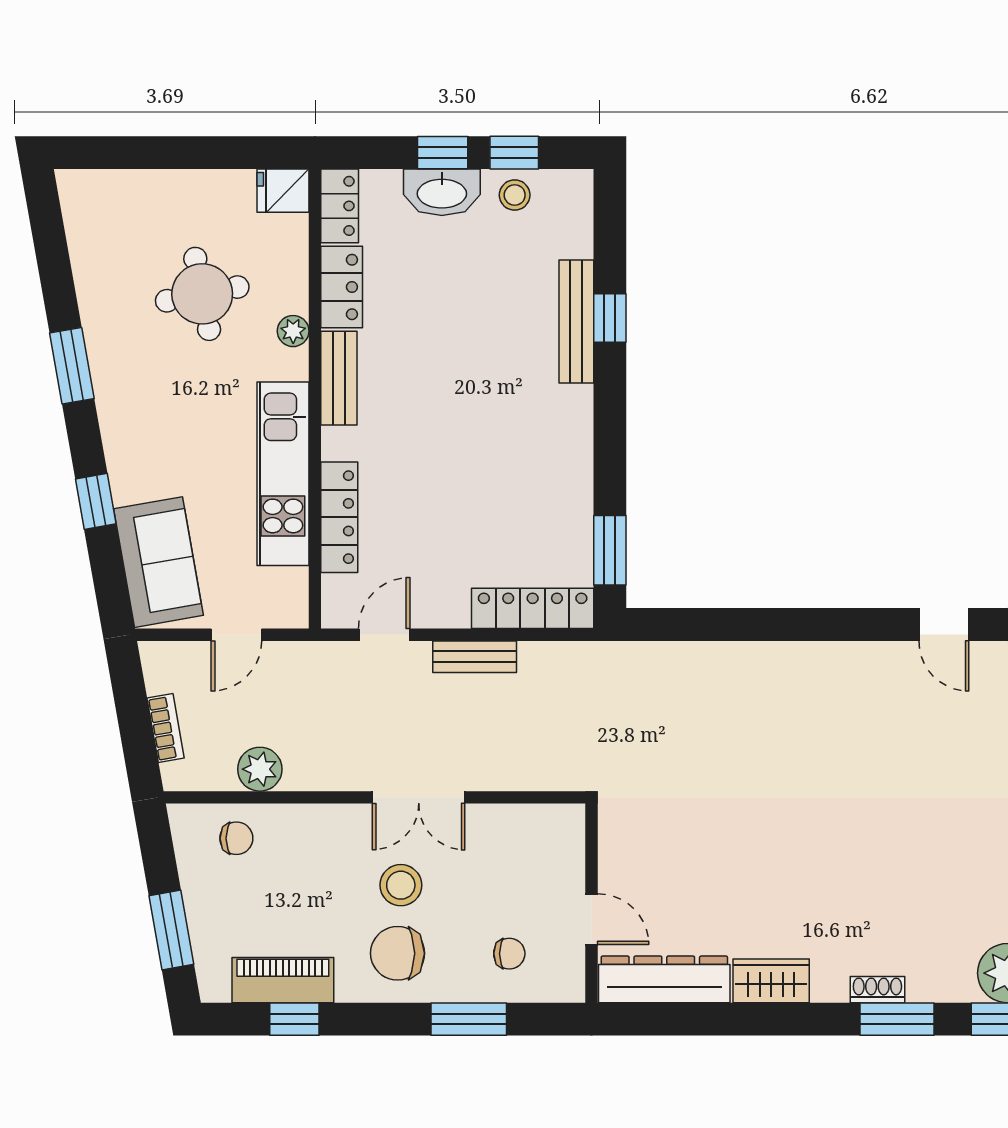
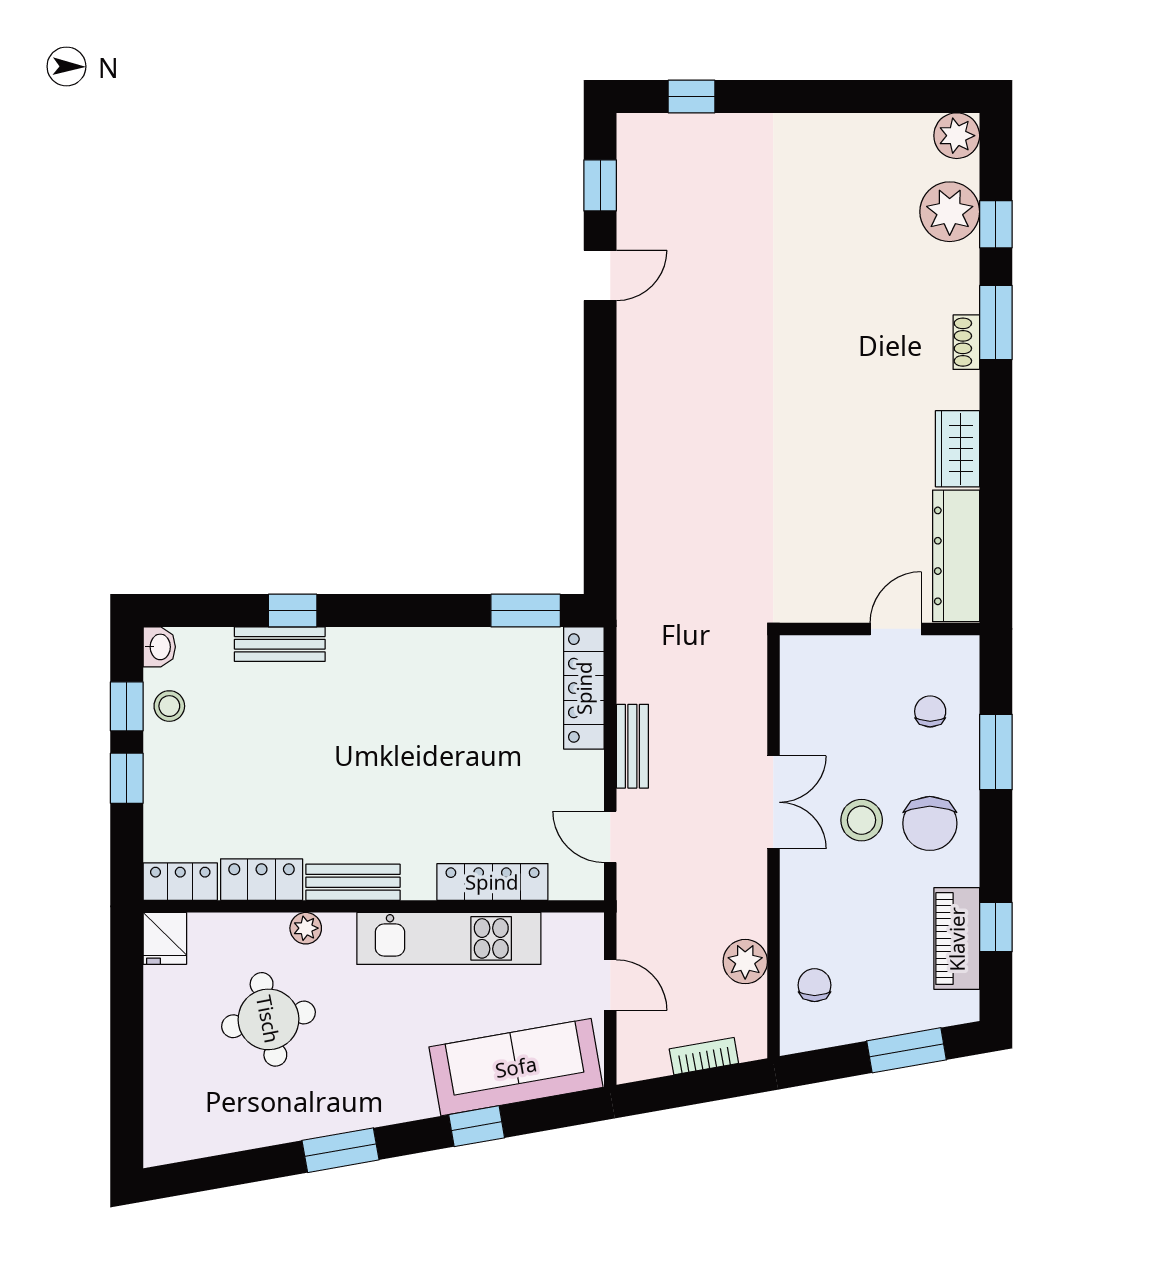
washbasin: (442, 192) -> (159, 647), moved, width x0.52, depth x0.69
bench: (576, 322) -> (280, 644), width x0.73
sofa: (158, 562) -> (516, 1067), width x1.36

